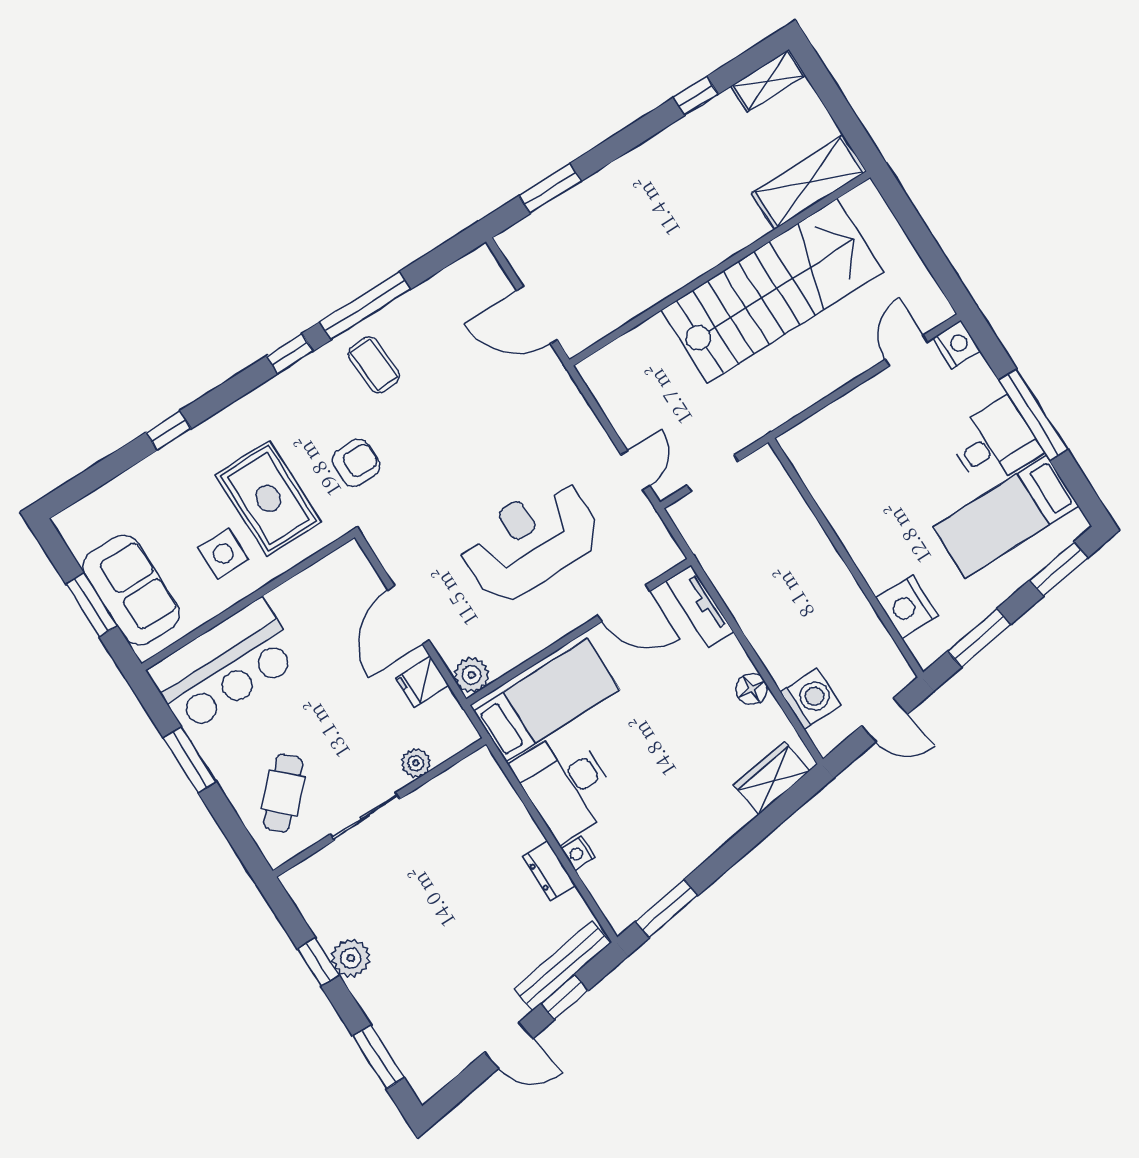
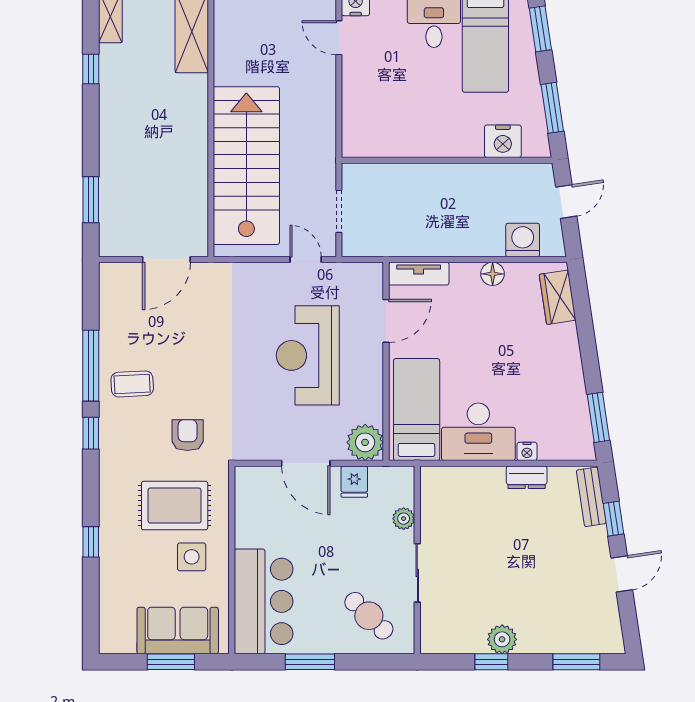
stairs: (772, 291) -> (246, 166), moved
plant: (472, 675) -> (365, 442), width x1.36, depth x1.36
bench: (562, 966) -> (591, 497), width x0.73

